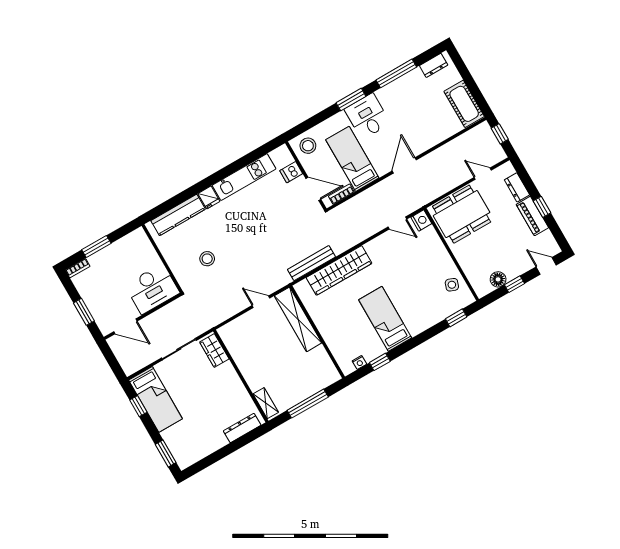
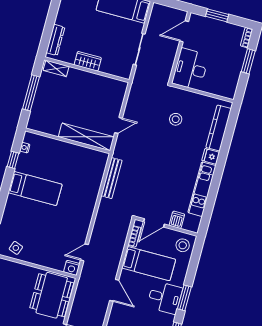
wardrobe: (339, 270) -> (91, 190), removed
wardrobe: (214, 350) -> (88, 61), moved

